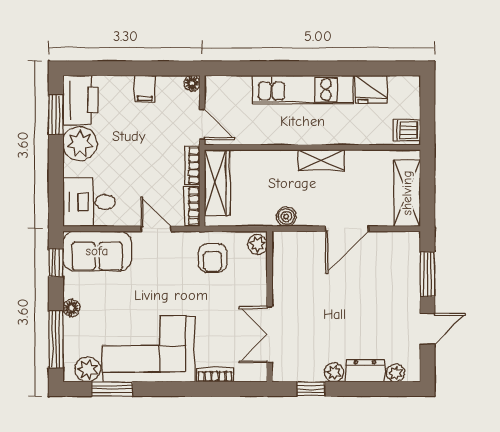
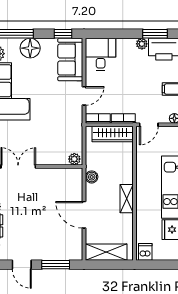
plant: (80, 144) -> (142, 44), width x0.53, depth x0.53
armchair: (213, 258) -> (66, 131), removed
floor lamp: (71, 308) -> (30, 48), width x1.89, depth x1.89

